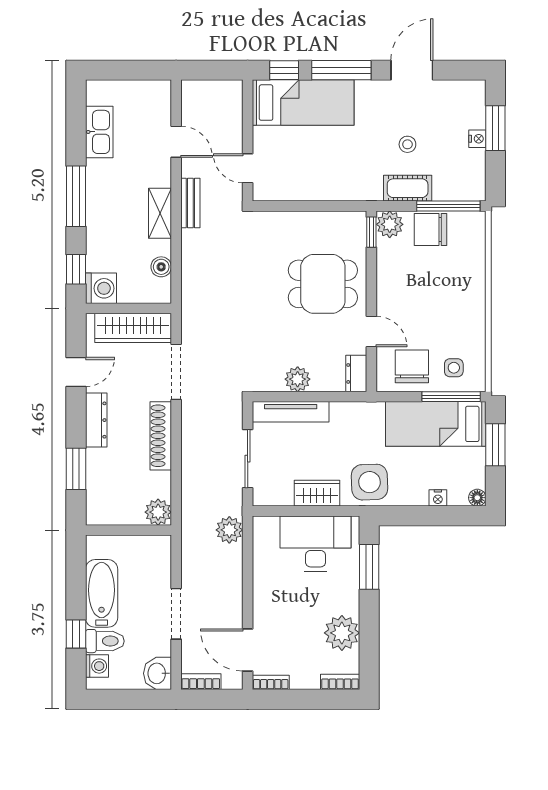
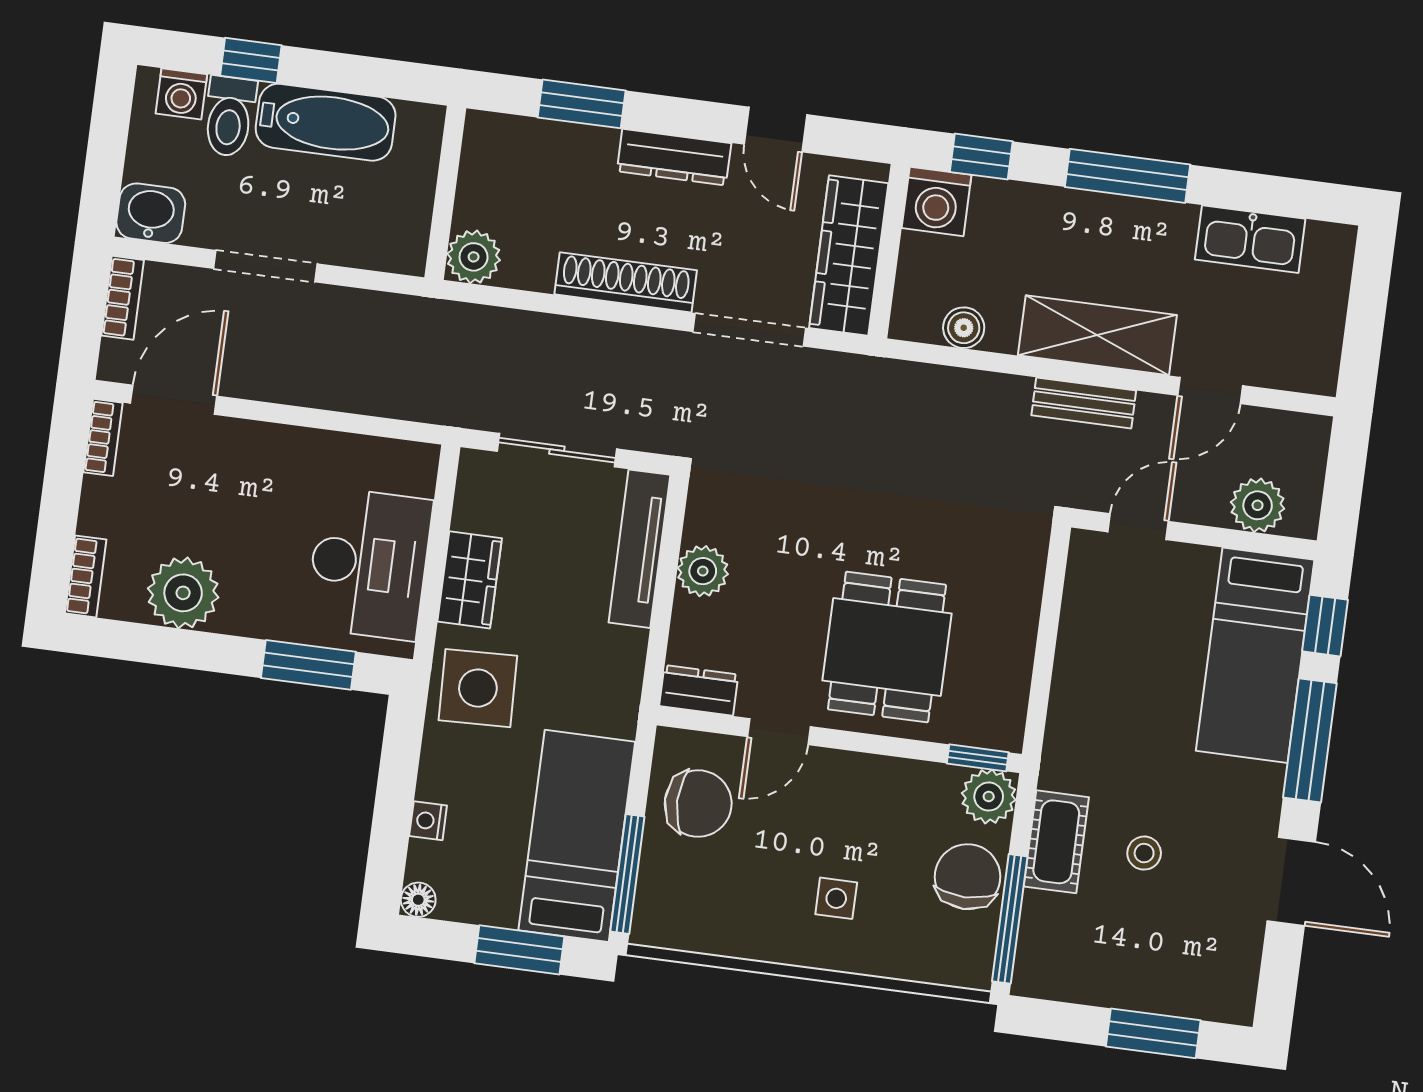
nightstand: (477, 139) -> (1137, 995), removed
shelving: (160, 213) -> (1097, 335), width x1.50, depth x1.33
side table: (454, 368) -> (836, 898), moved
plant: (229, 530) -> (1258, 505), moved

